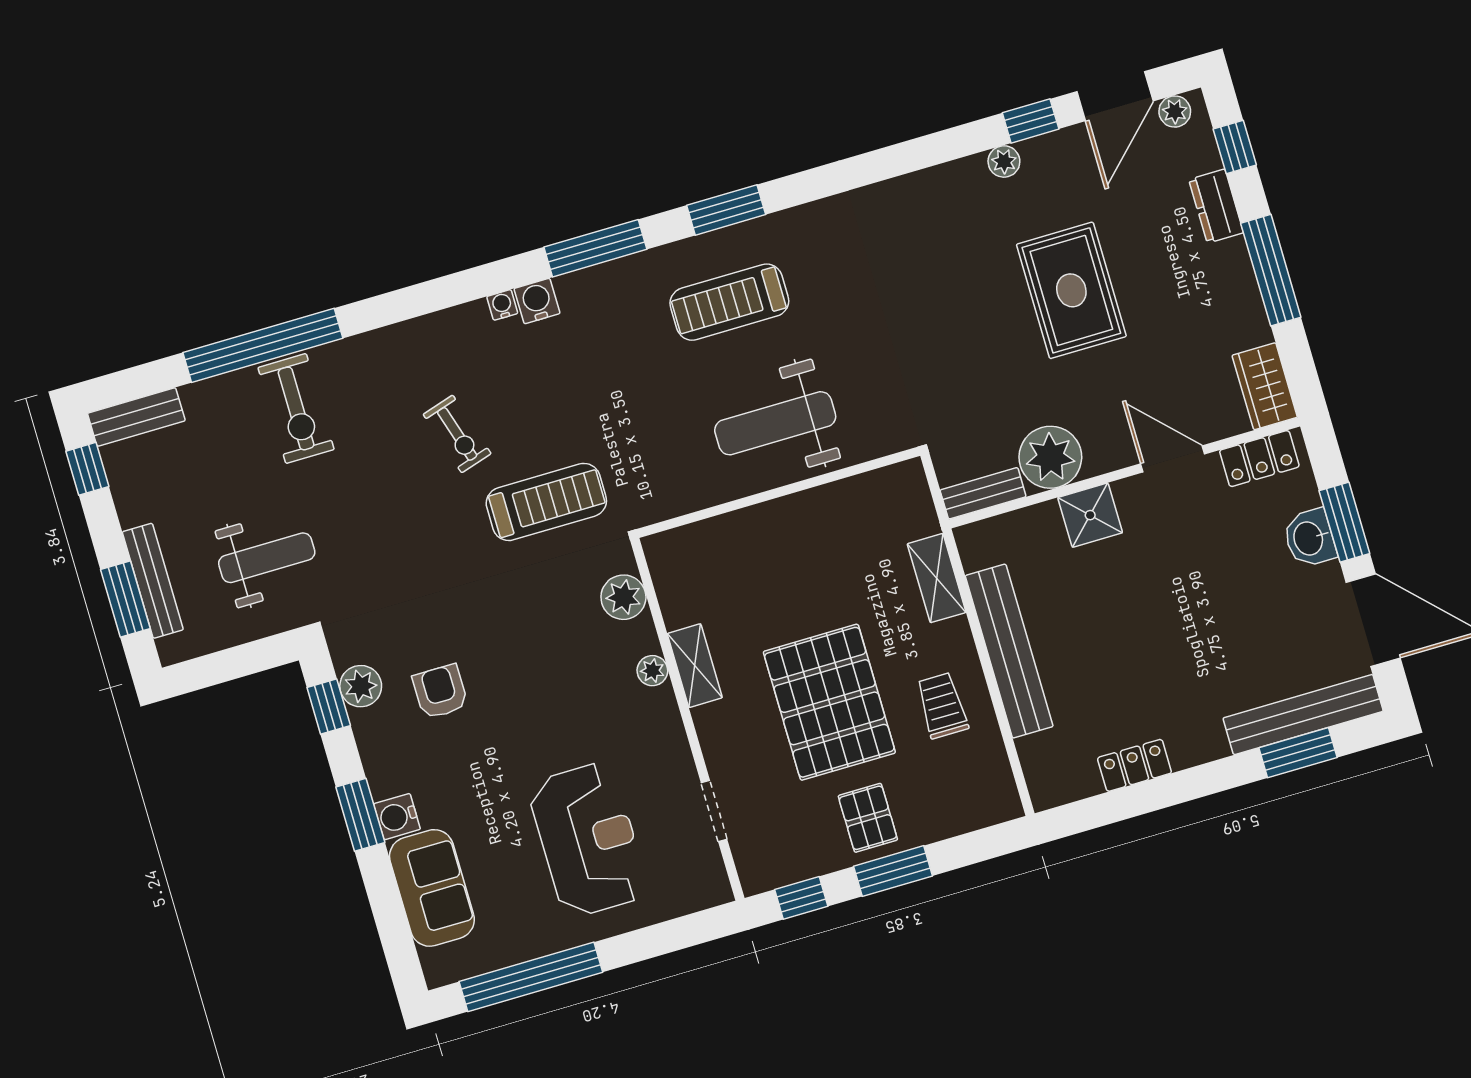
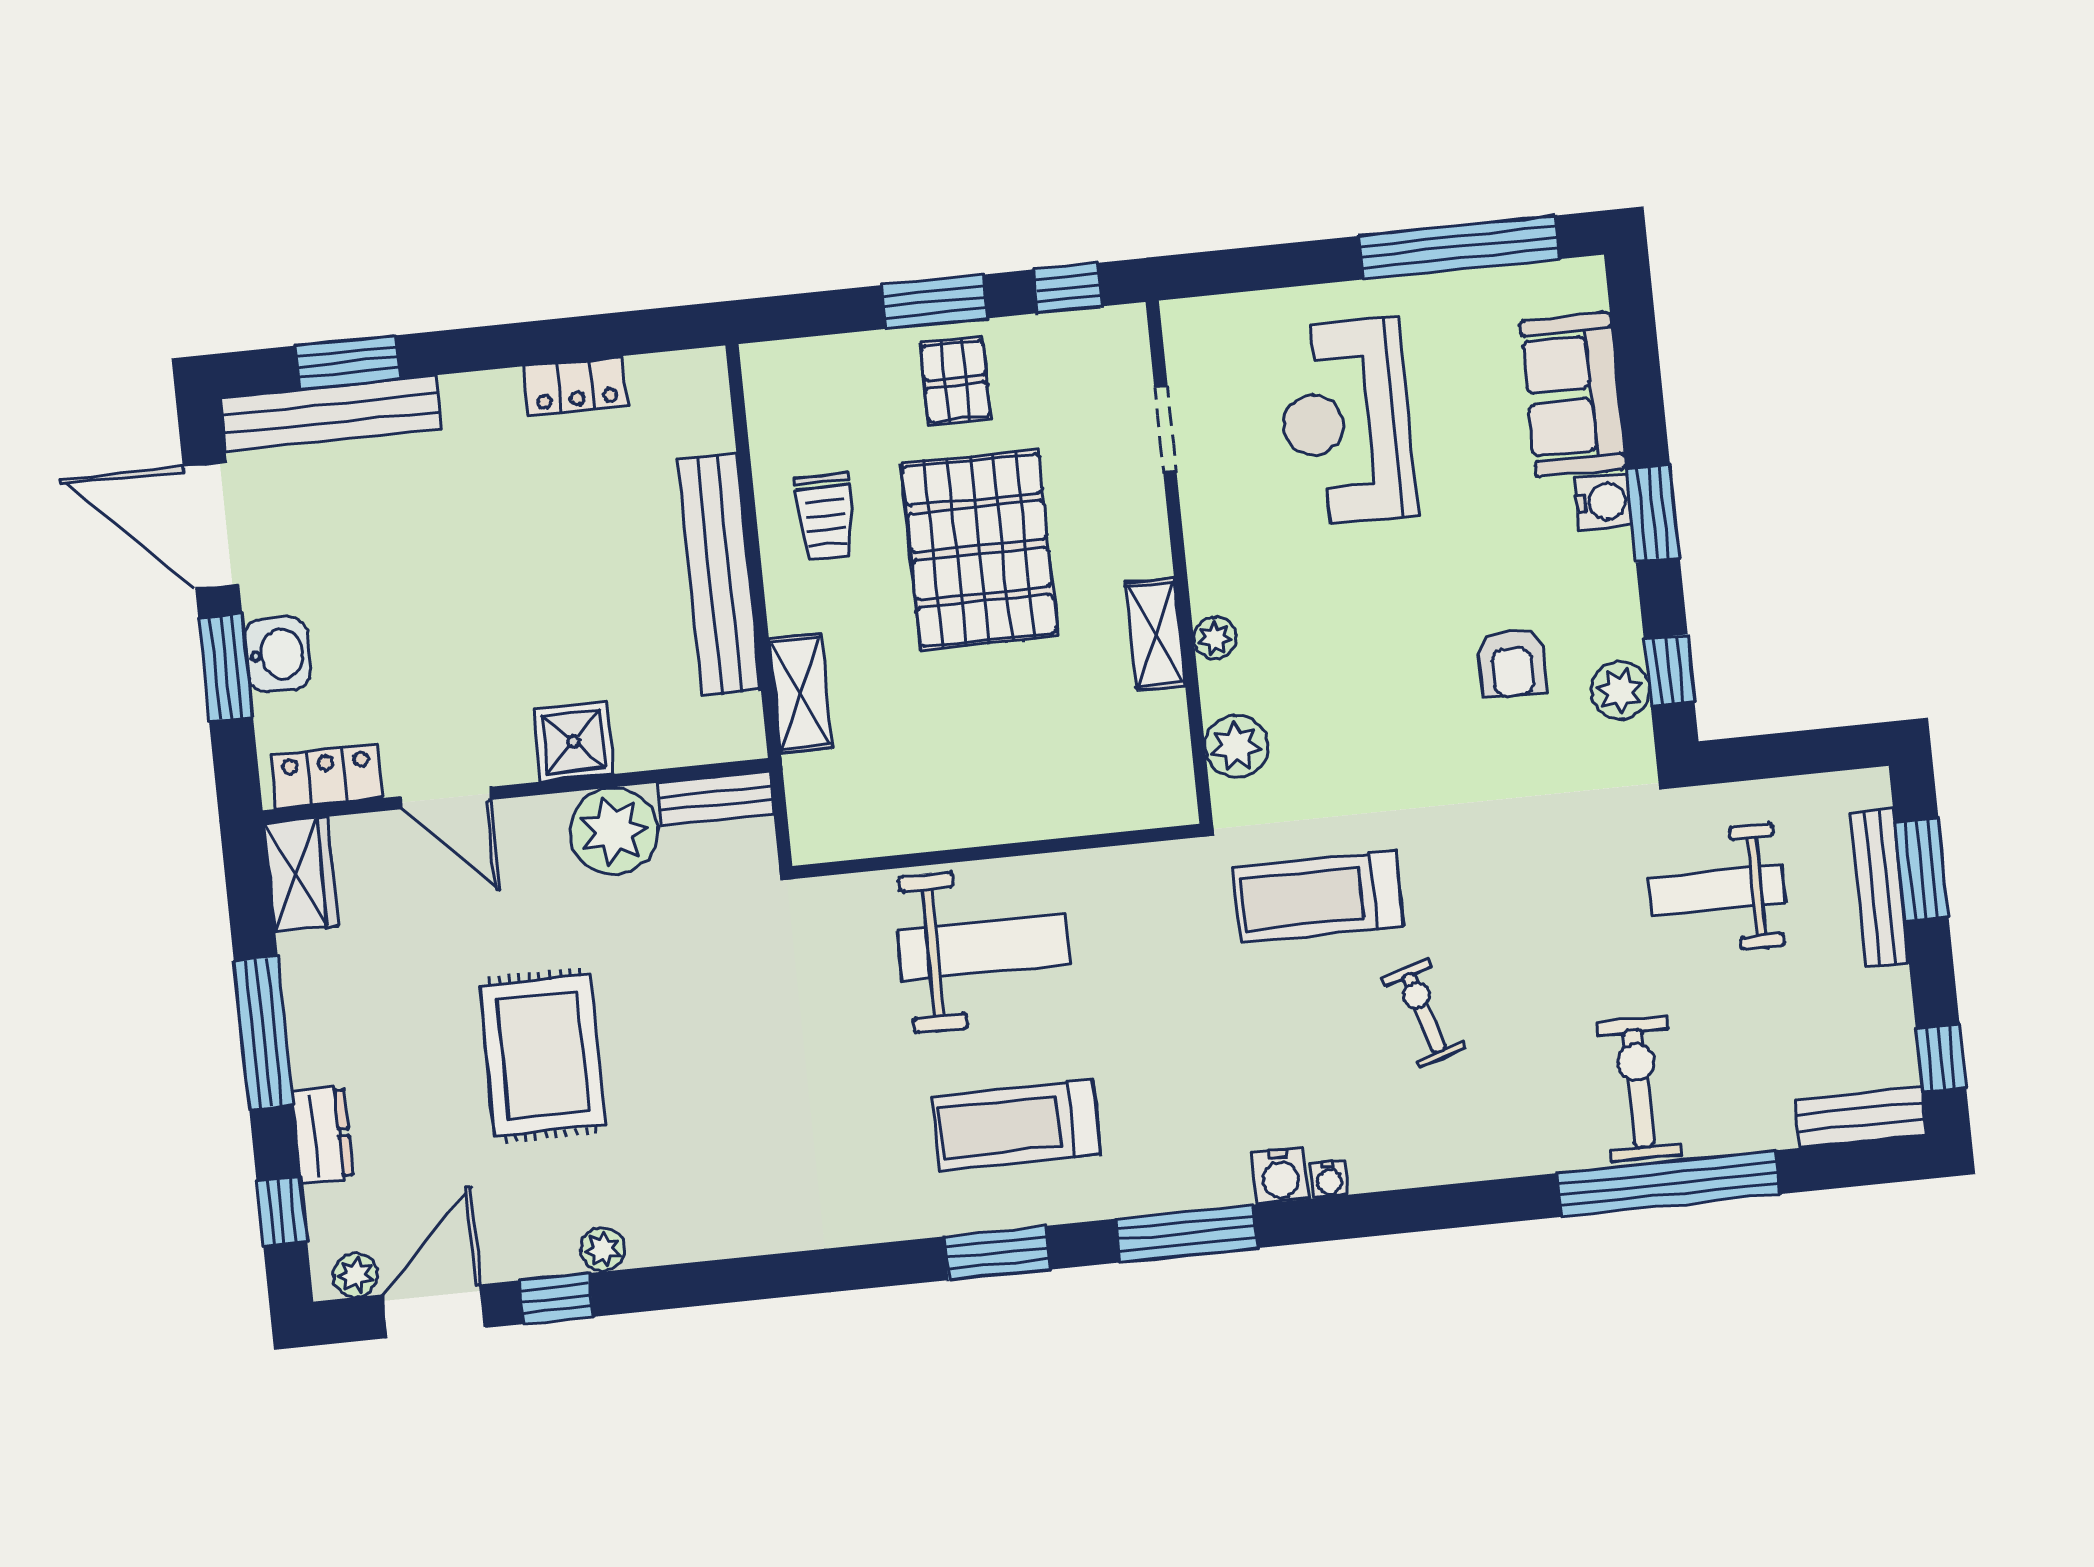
treadmill: (729, 302) -> (1016, 1125), turned 180

